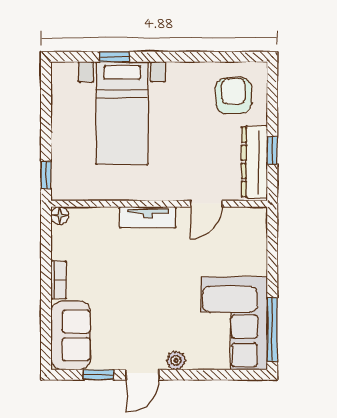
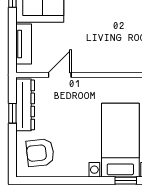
armchair: (234, 96) -> (40, 153), turned 84
tv unit: (148, 217) -> (24, 44), moved, turned 90

